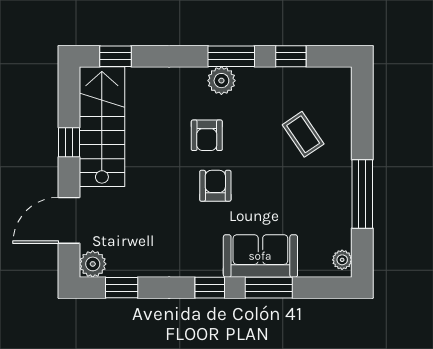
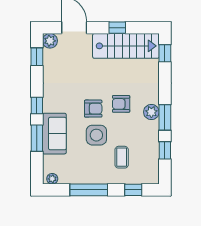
window: (362, 113) -> (133, 190), added
coffee table: (303, 134) -> (122, 157), turned -56
side table: (263, 180) -> (96, 135), added

